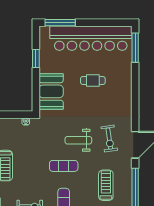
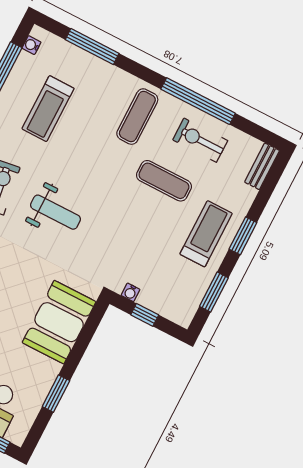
window: (14, 115) -> (145, 315), added
exercise mat: (64, 166) -> (164, 181), moved

